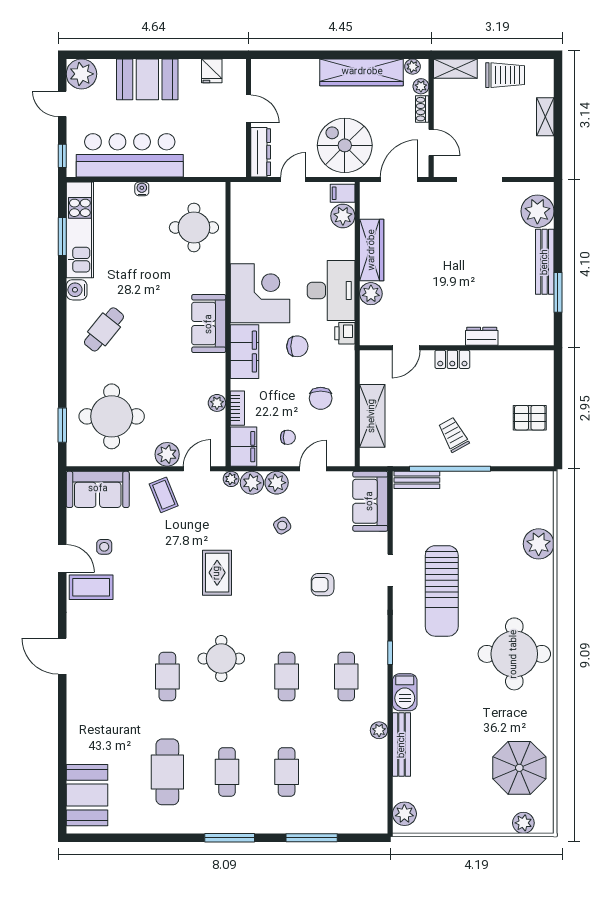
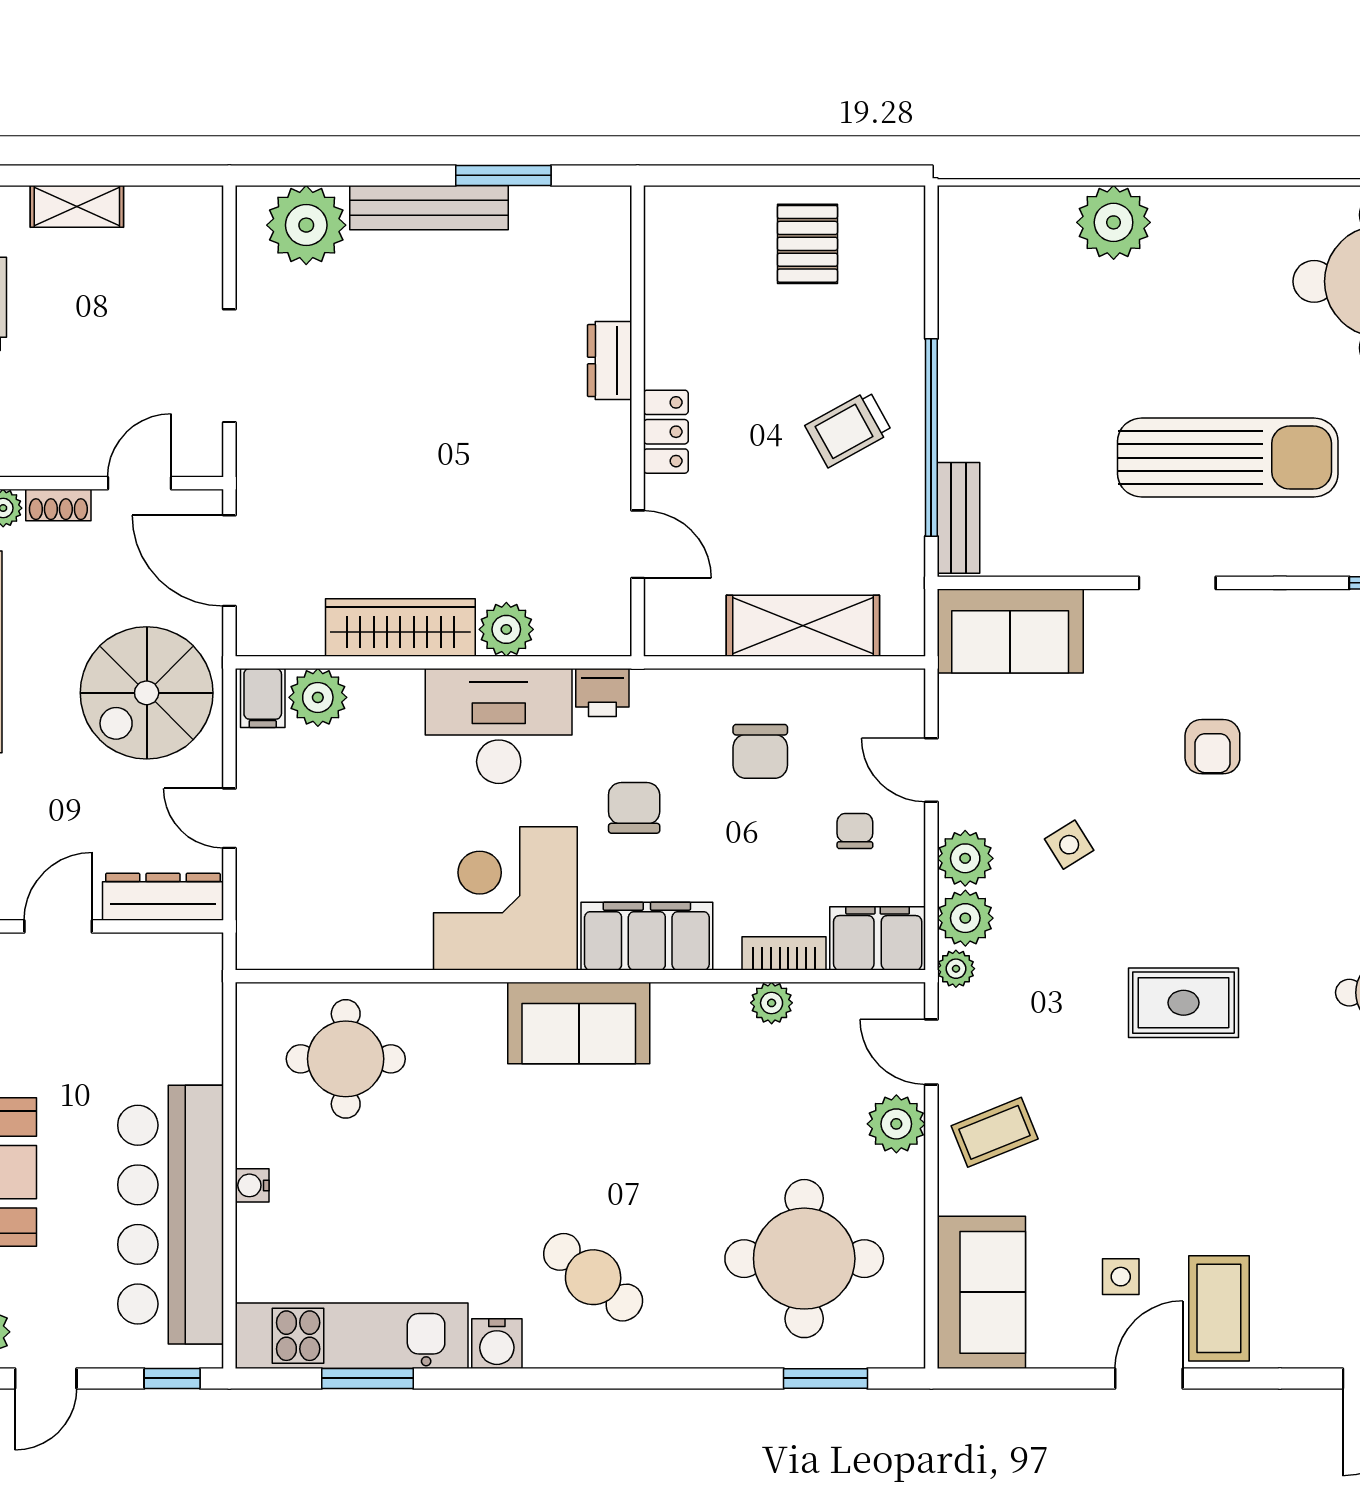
chair: (321, 398) -> (760, 751), turned 90

